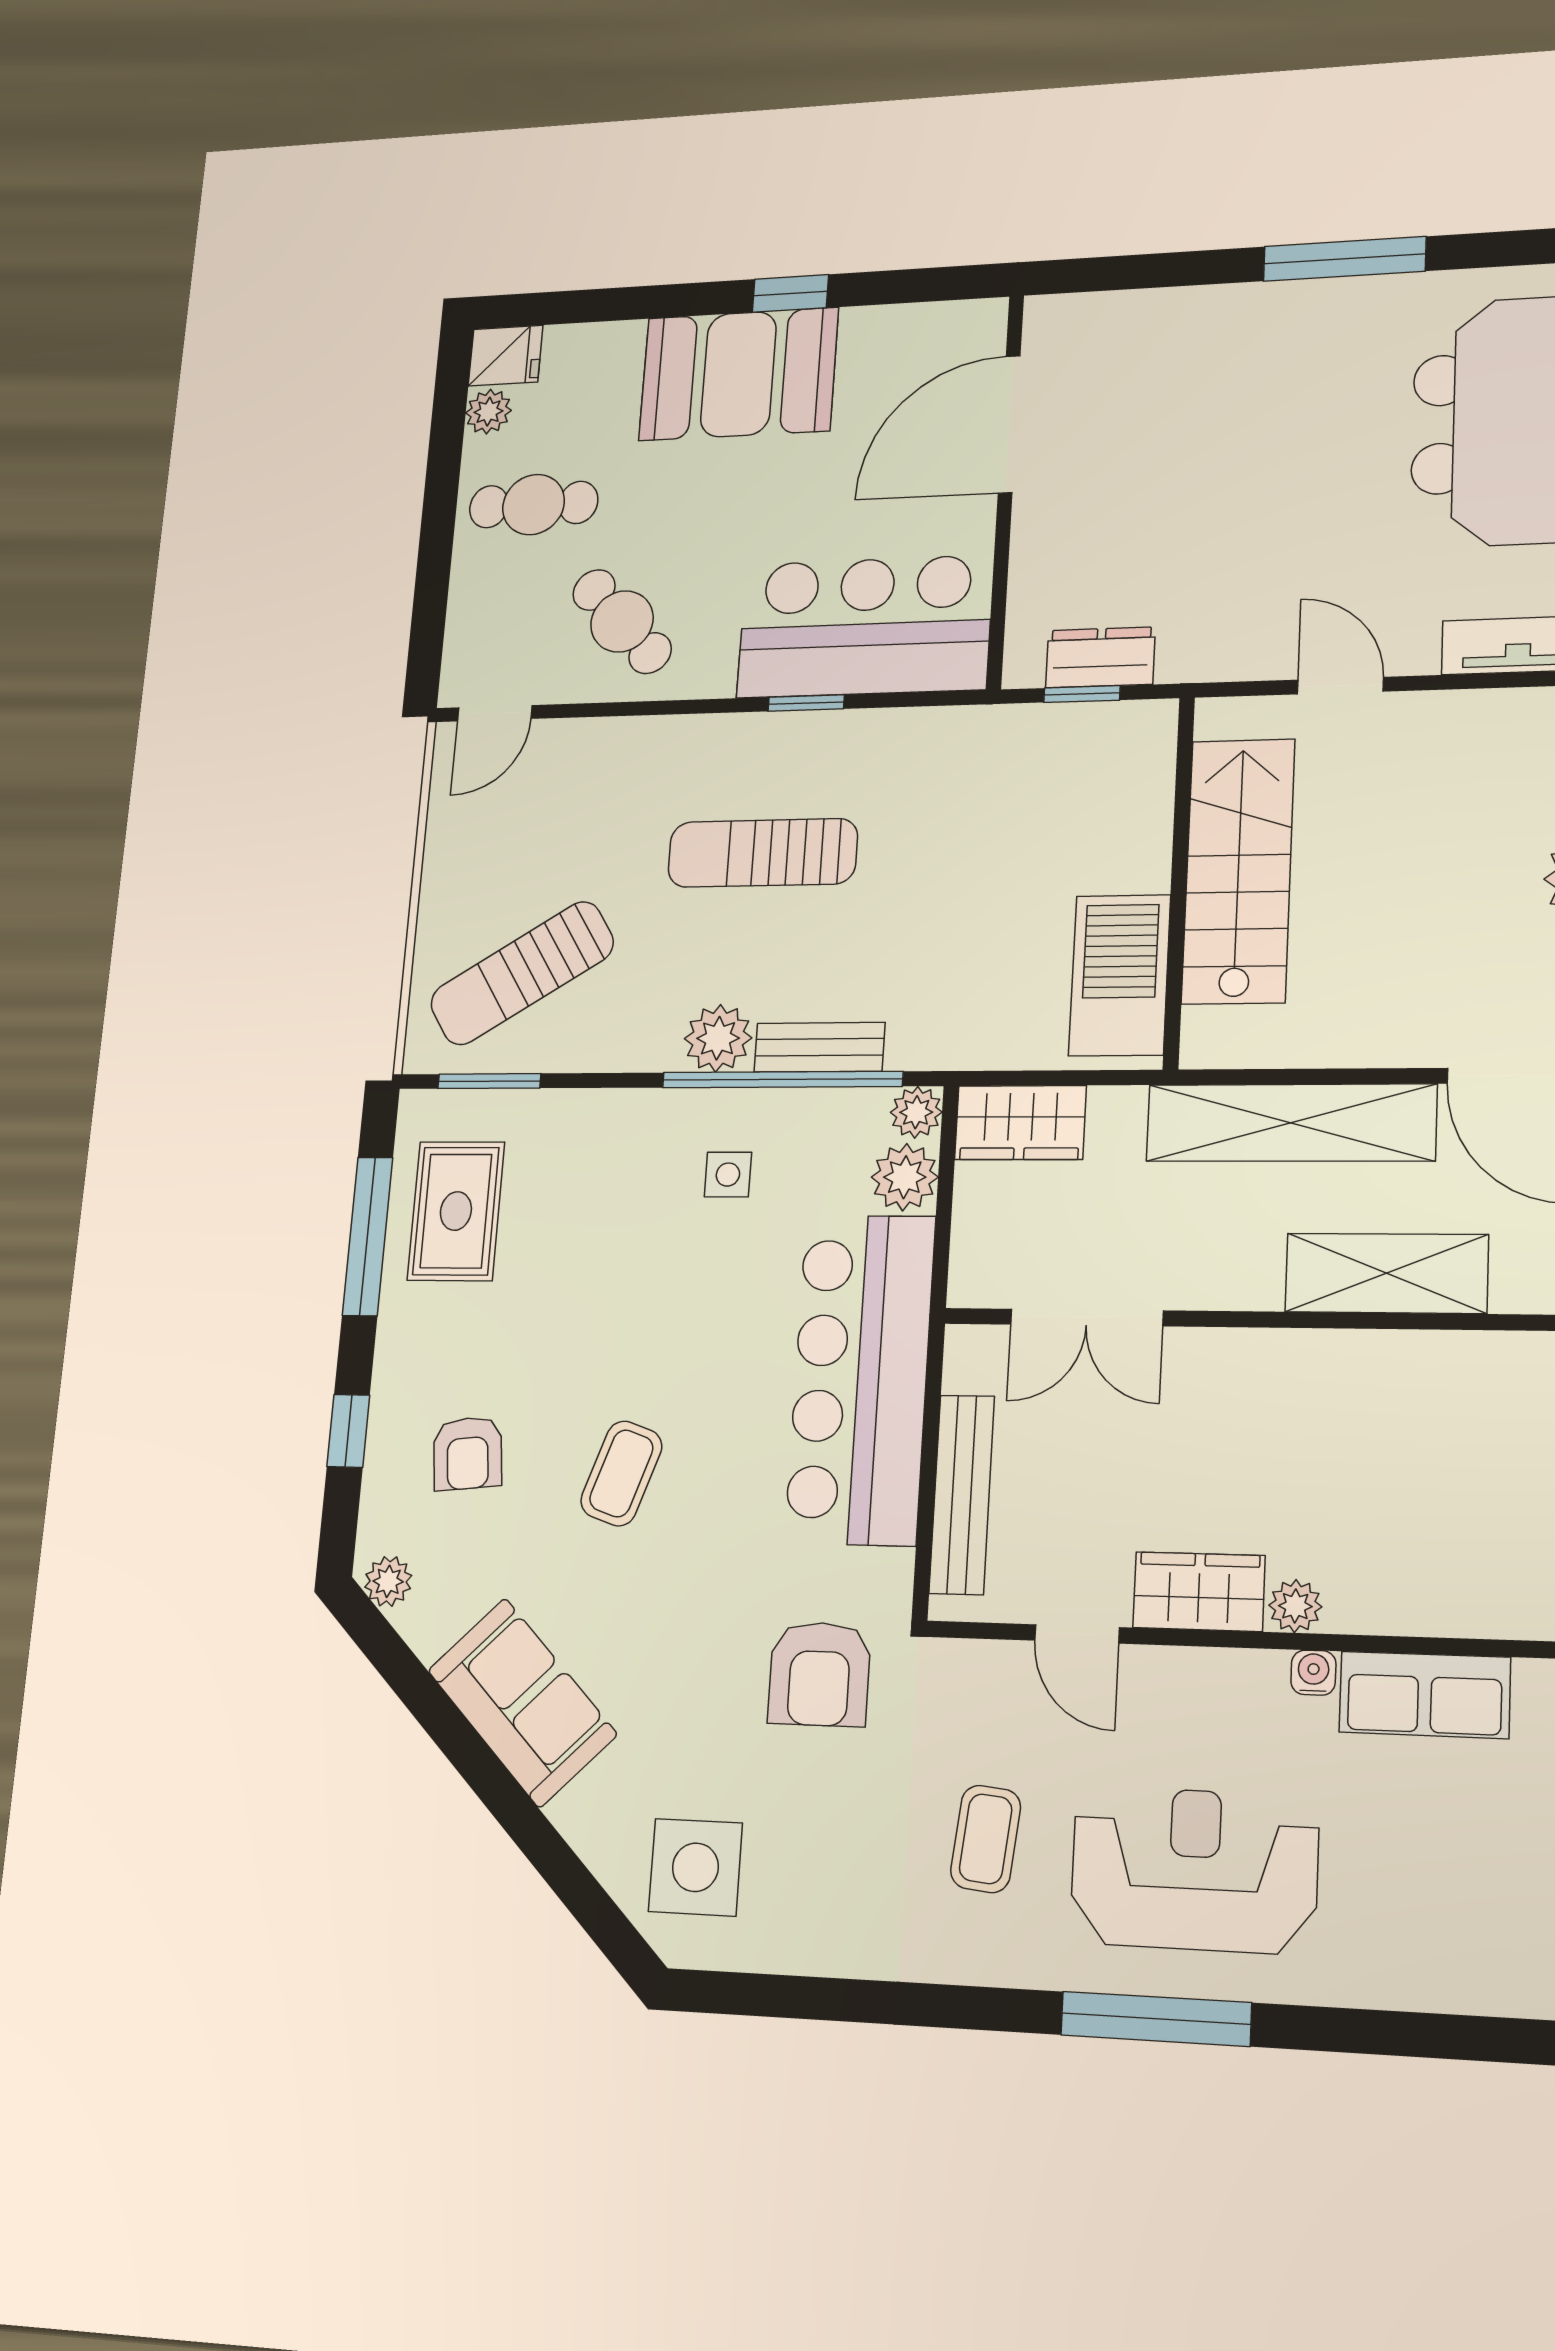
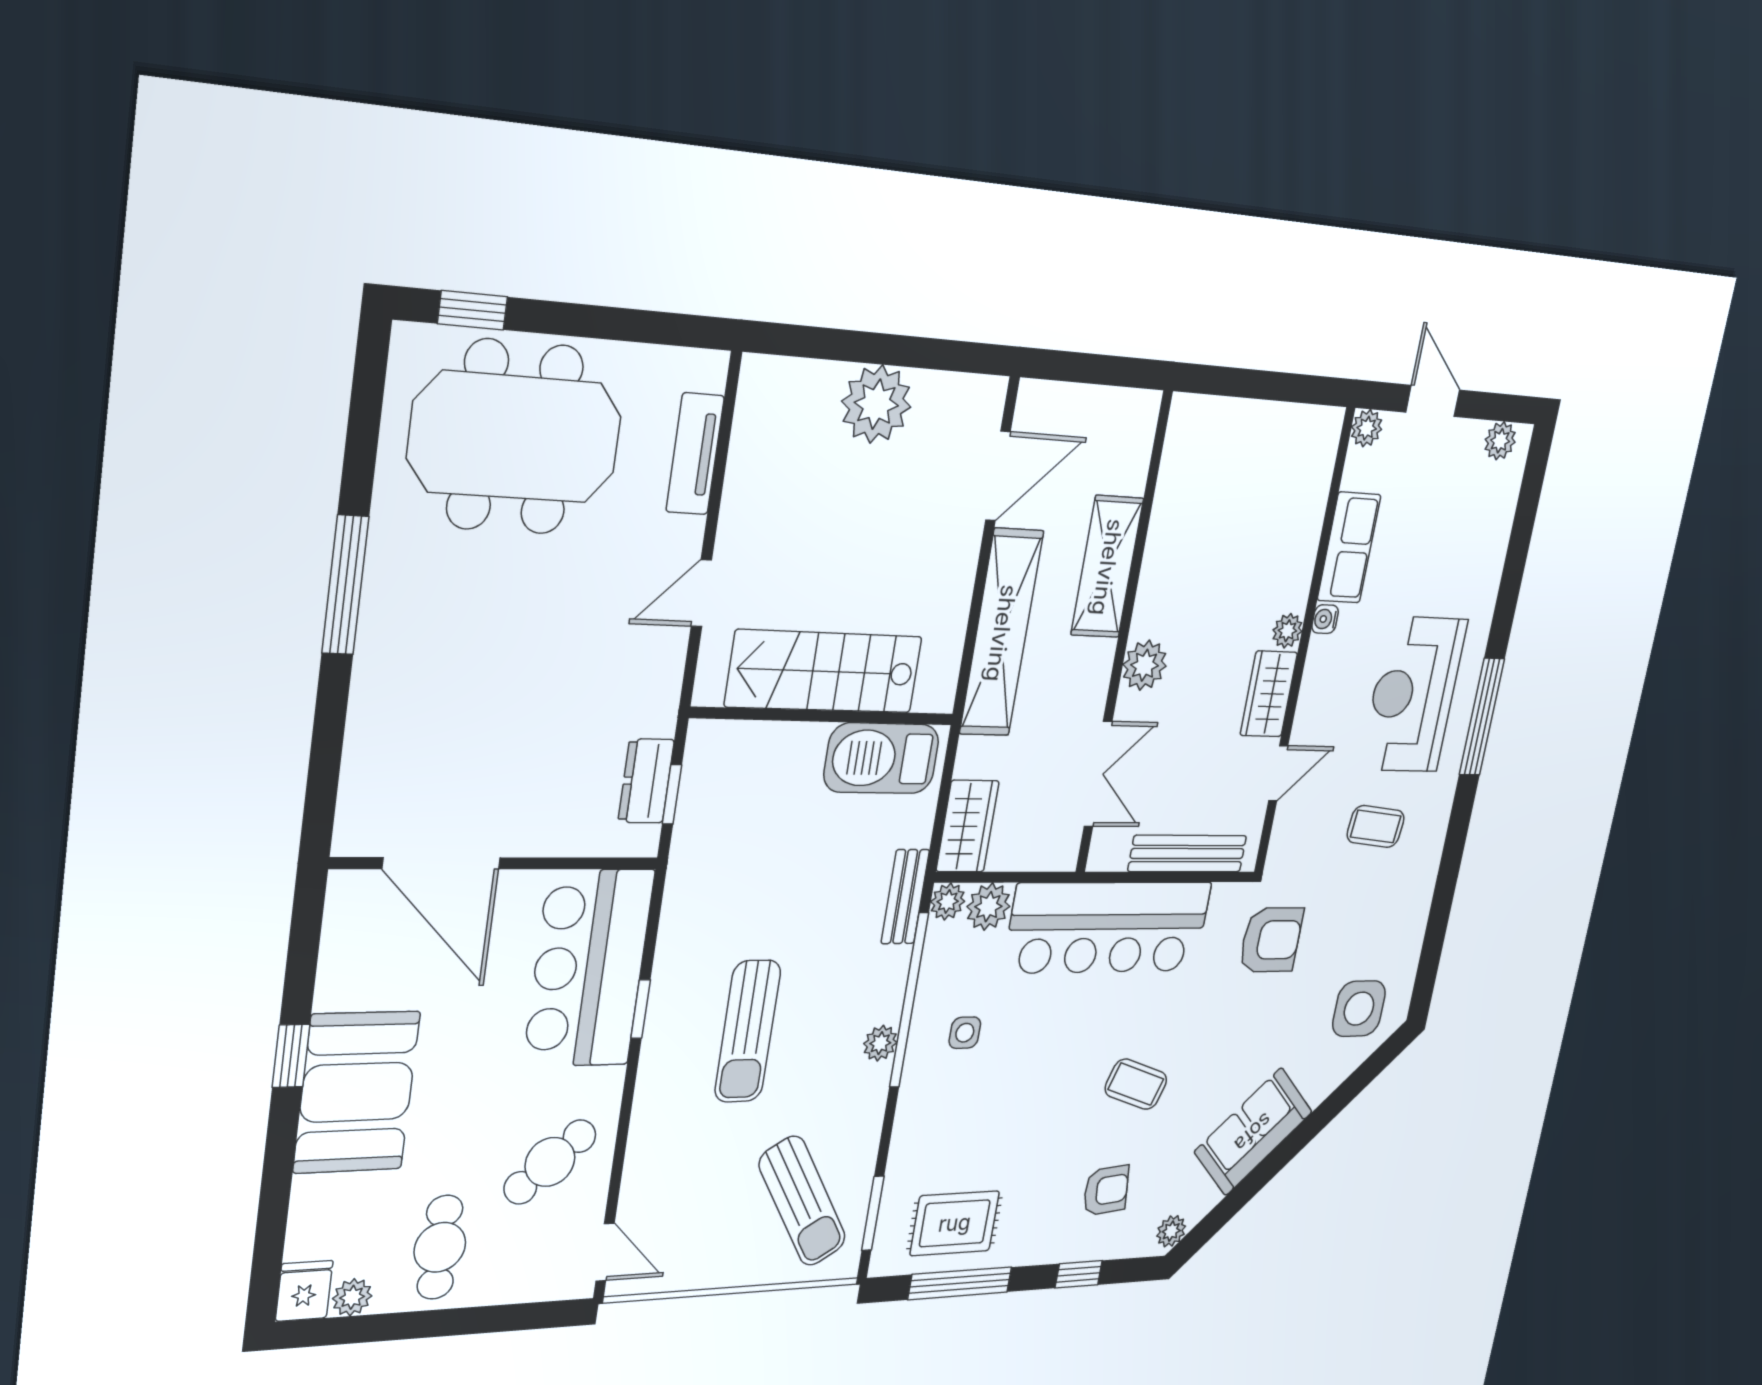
plant: (718, 1038) -> (880, 1043), width x0.73, depth x0.73
bench: (819, 1047) -> (905, 897), moved
plant: (1244, 1364) -> (1145, 665), added

